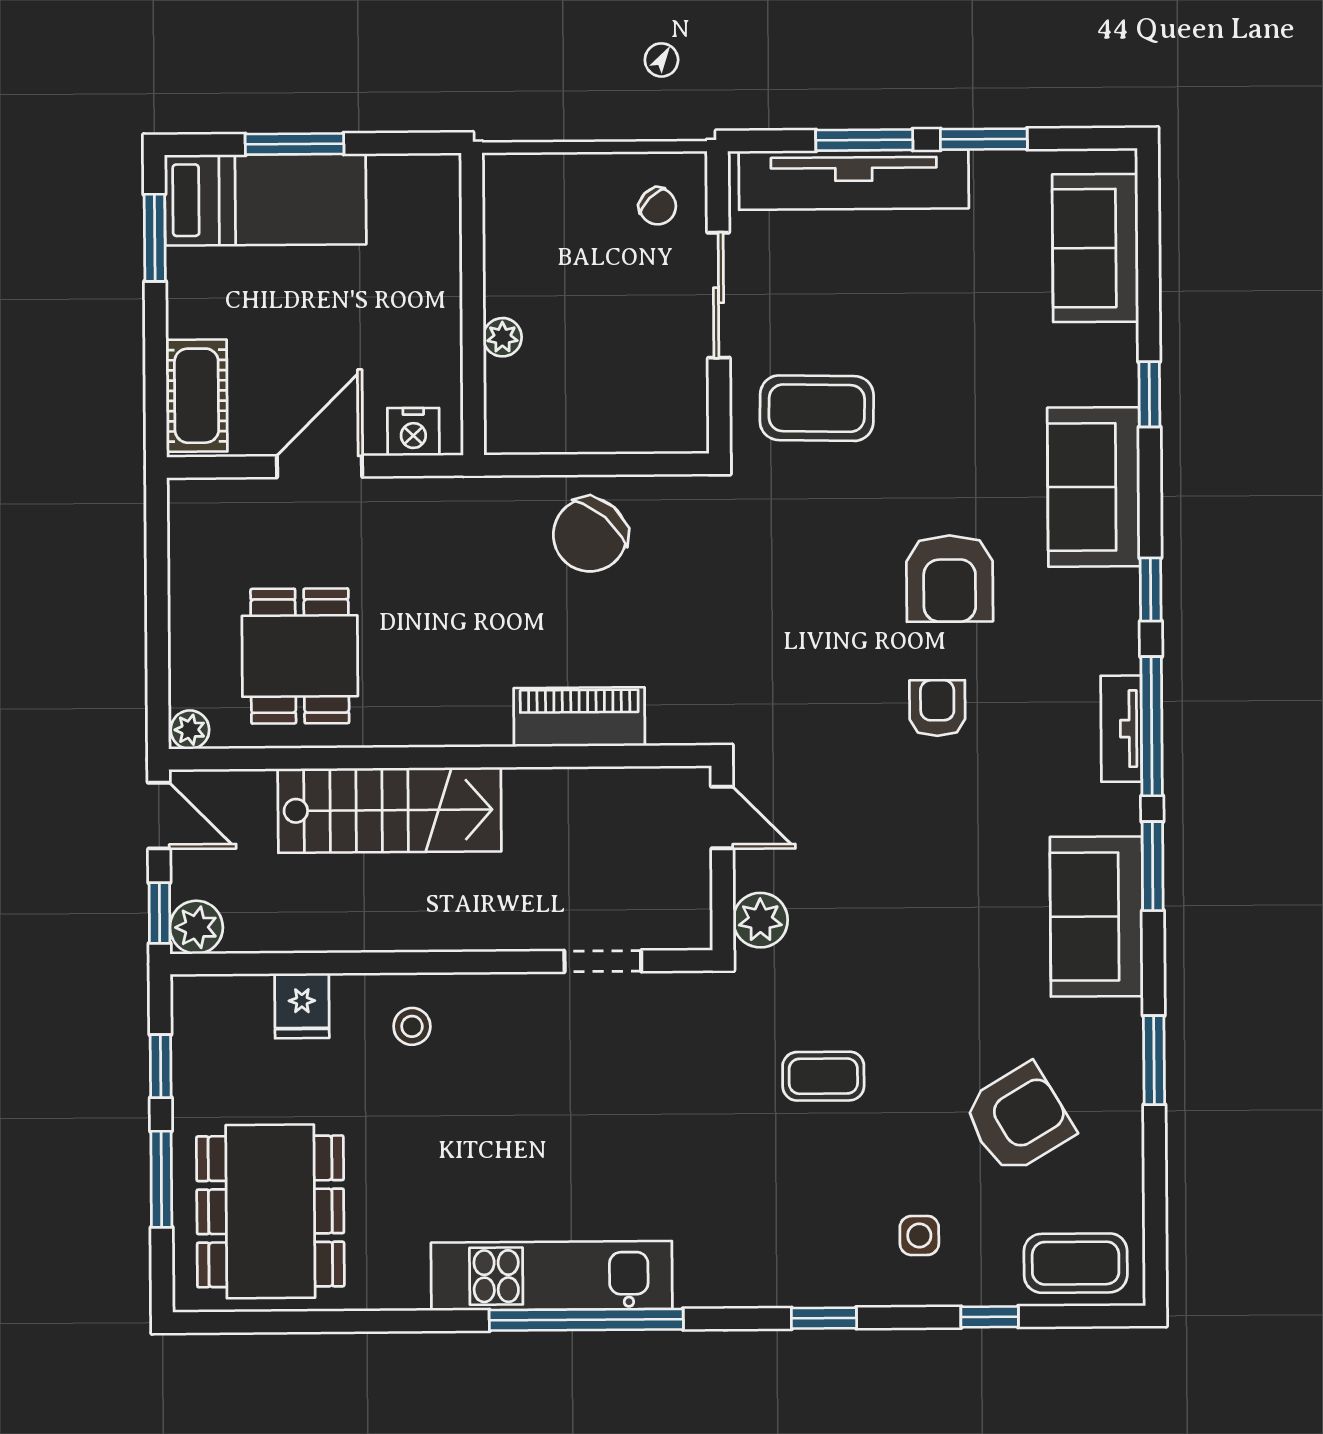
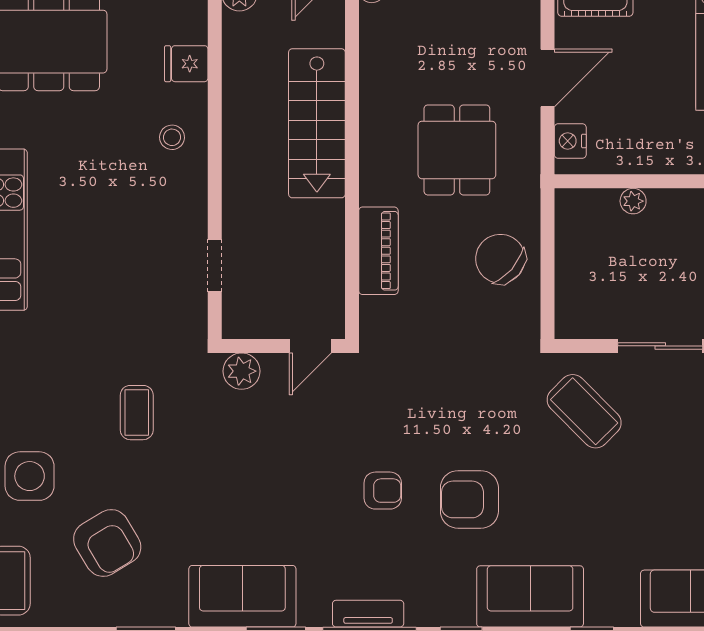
coffee table: (817, 408) -> (584, 411), turned -46
door: (319, 466) -> (547, 78), hinge flipped
dining table: (300, 656) -> (457, 150), moved, turned 90
side table: (919, 1235) -> (30, 476), width x1.87, depth x1.87

